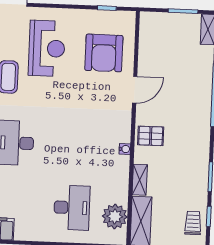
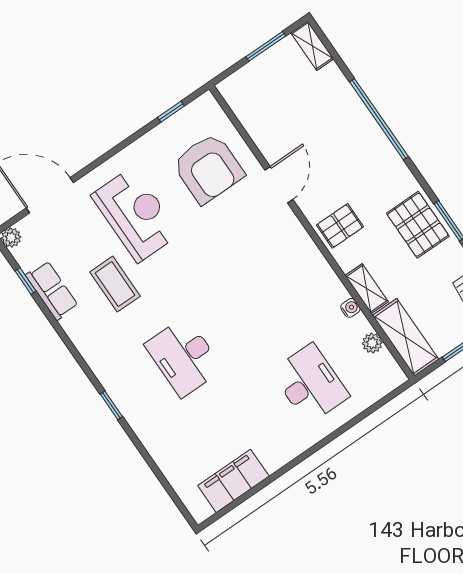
water cooler: (125, 149) -> (350, 308), moved
pallet: (192, 166) -> (418, 225), added
plant: (115, 216) -> (372, 343), width x0.53, depth x0.53

